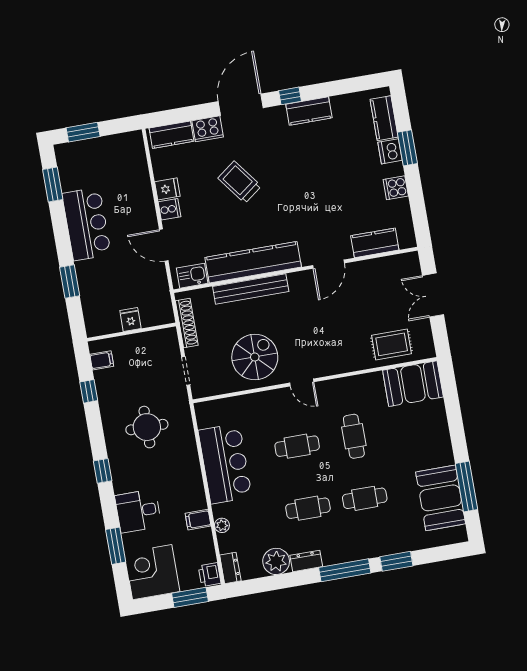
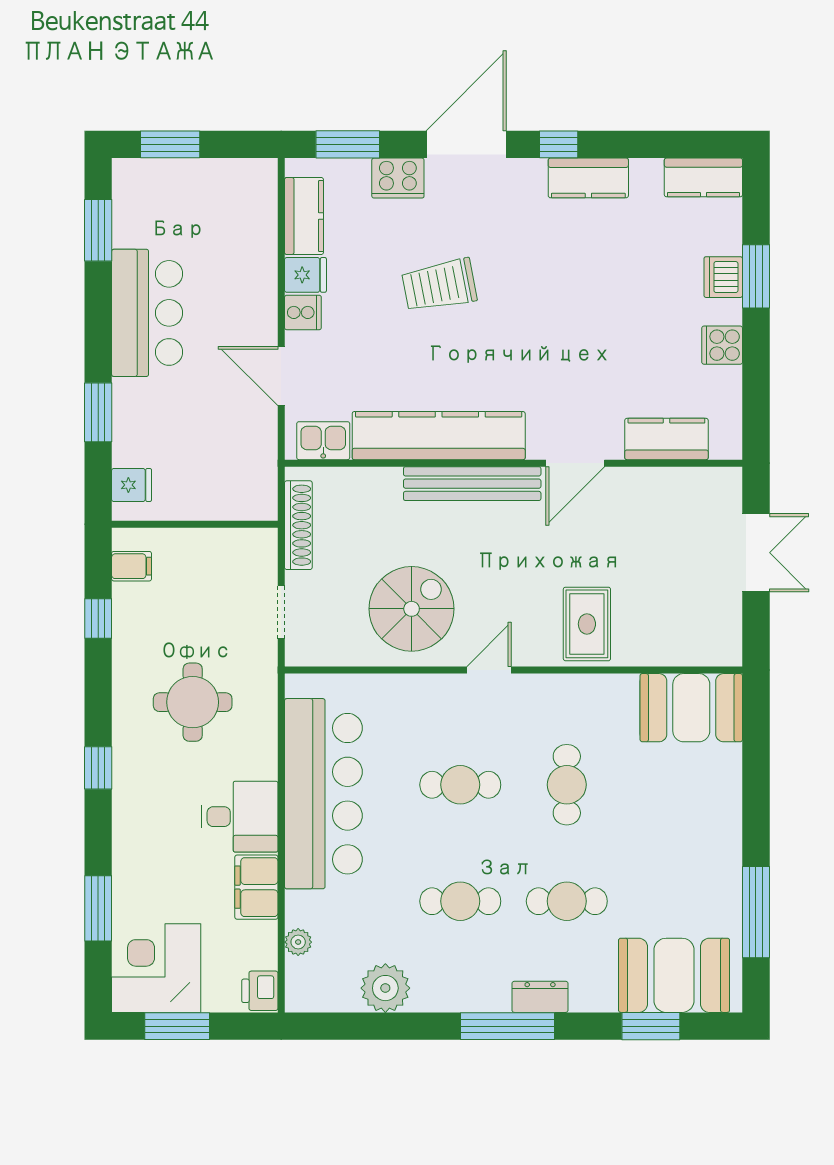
window: (178, 116) -> (348, 144), added
kitchen counter: (384, 118) -> (703, 177), moved, turned -90
kitchen counter: (172, 135) -> (304, 216), moved, turned -90
trolley: (240, 182) -> (439, 285), turned -64
bench: (251, 289) -> (472, 484), moved
double door: (433, 295) -> (756, 553), swing flipped
fridge: (130, 319) -> (132, 485), moved, turned 90
rug: (392, 344) -> (587, 624), moved, turned 90
door: (302, 382) -> (489, 670), swing flipped
bar counter: (225, 464) -> (323, 794), width x1.36
booth: (441, 498) -> (674, 975), moved, turned 90
desk: (138, 511) -> (239, 817), moved, turned 180
filing cabinet: (198, 520) -> (256, 887), width x2.00
plant: (222, 525) -> (298, 942), moved
dresser: (306, 561) -> (540, 997), moved
window: (396, 561) -> (651, 1026), moved
dresser: (230, 568) -> (300, 985), removed
window: (190, 597) -> (177, 1026), moved

